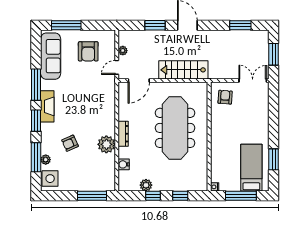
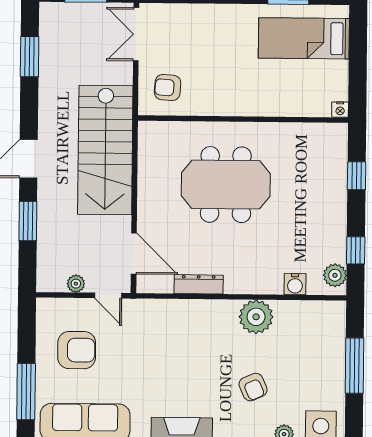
stairs: (183, 70) -> (105, 150), width x1.36, depth x1.51
meeting table: (175, 128) -> (226, 185), width x0.73
dresser: (123, 134) -> (199, 284), moved
plant: (146, 185) -> (335, 275), moved
window: (92, 196) -> (355, 366), moved
window: (153, 196) -> (356, 250), moved
window: (241, 196) -> (358, 59), removed

